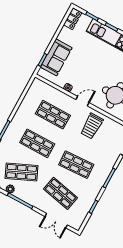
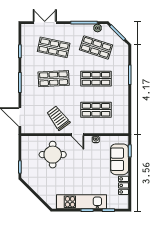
locker: (73, 19) -> (123, 185), moved
door: (82, 101) -> (77, 135), hinge flipped
trolley: (92, 126) -> (58, 118), turned -37
shop shelf: (22, 172) -> (96, 47), turned 42

